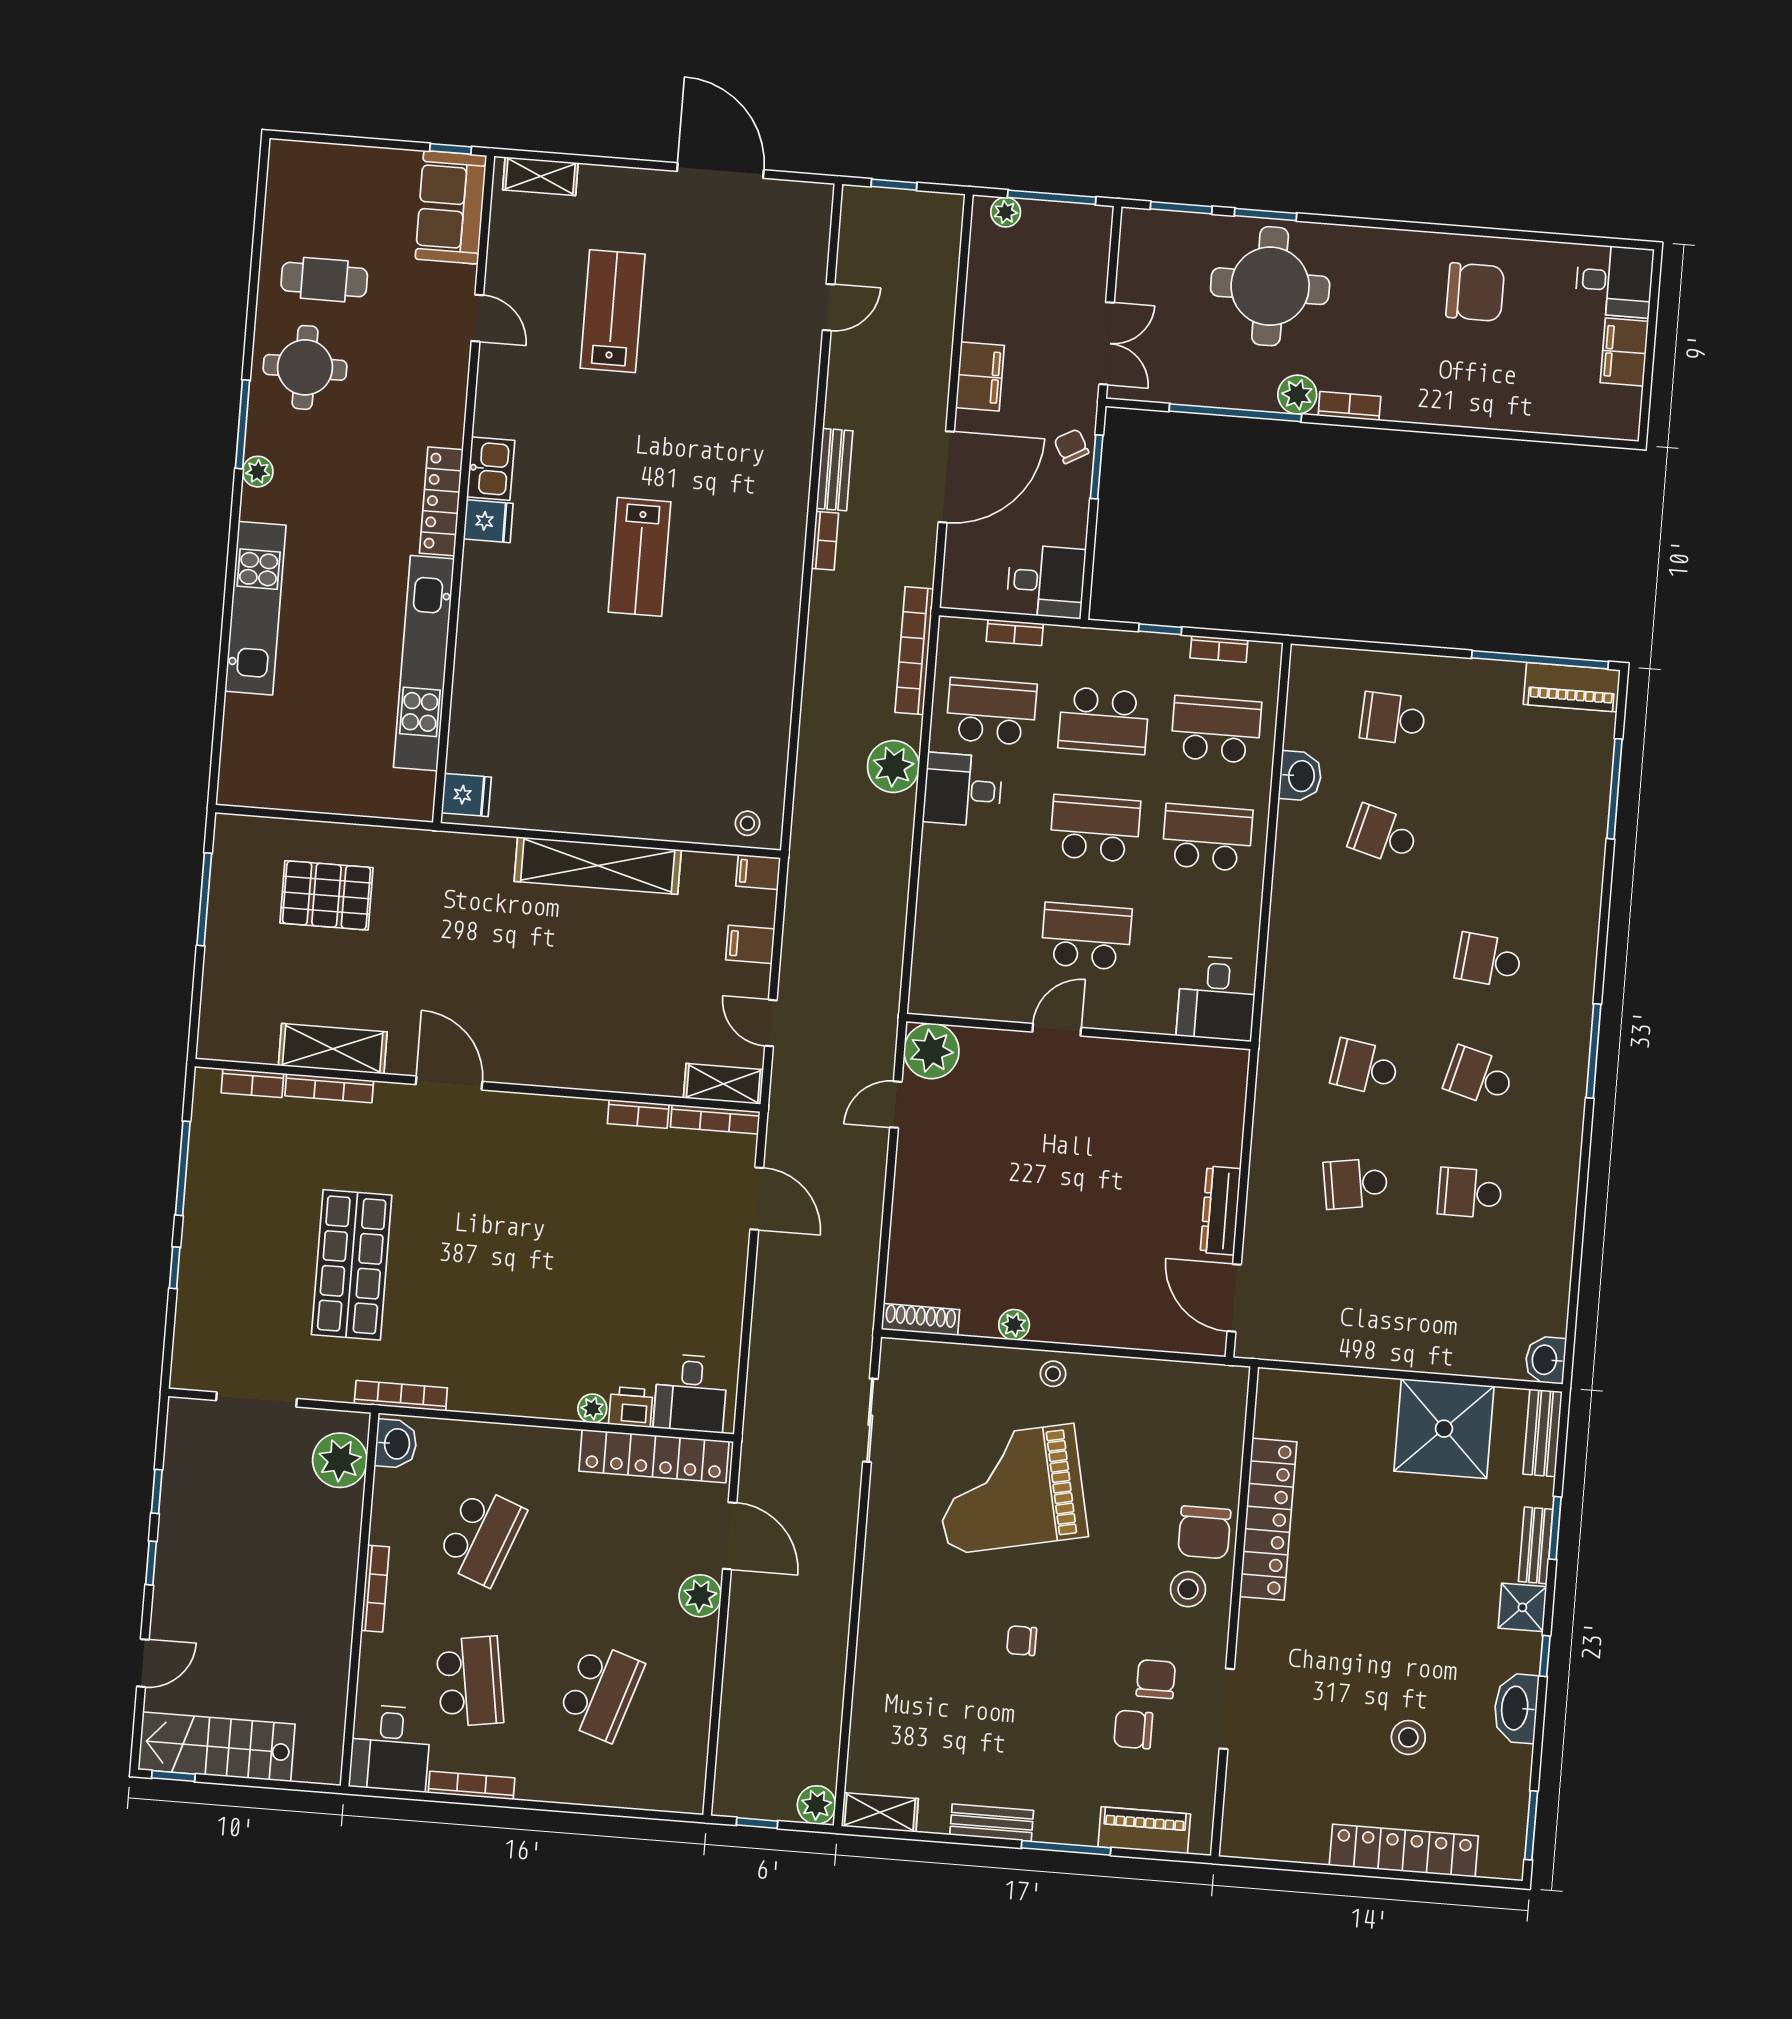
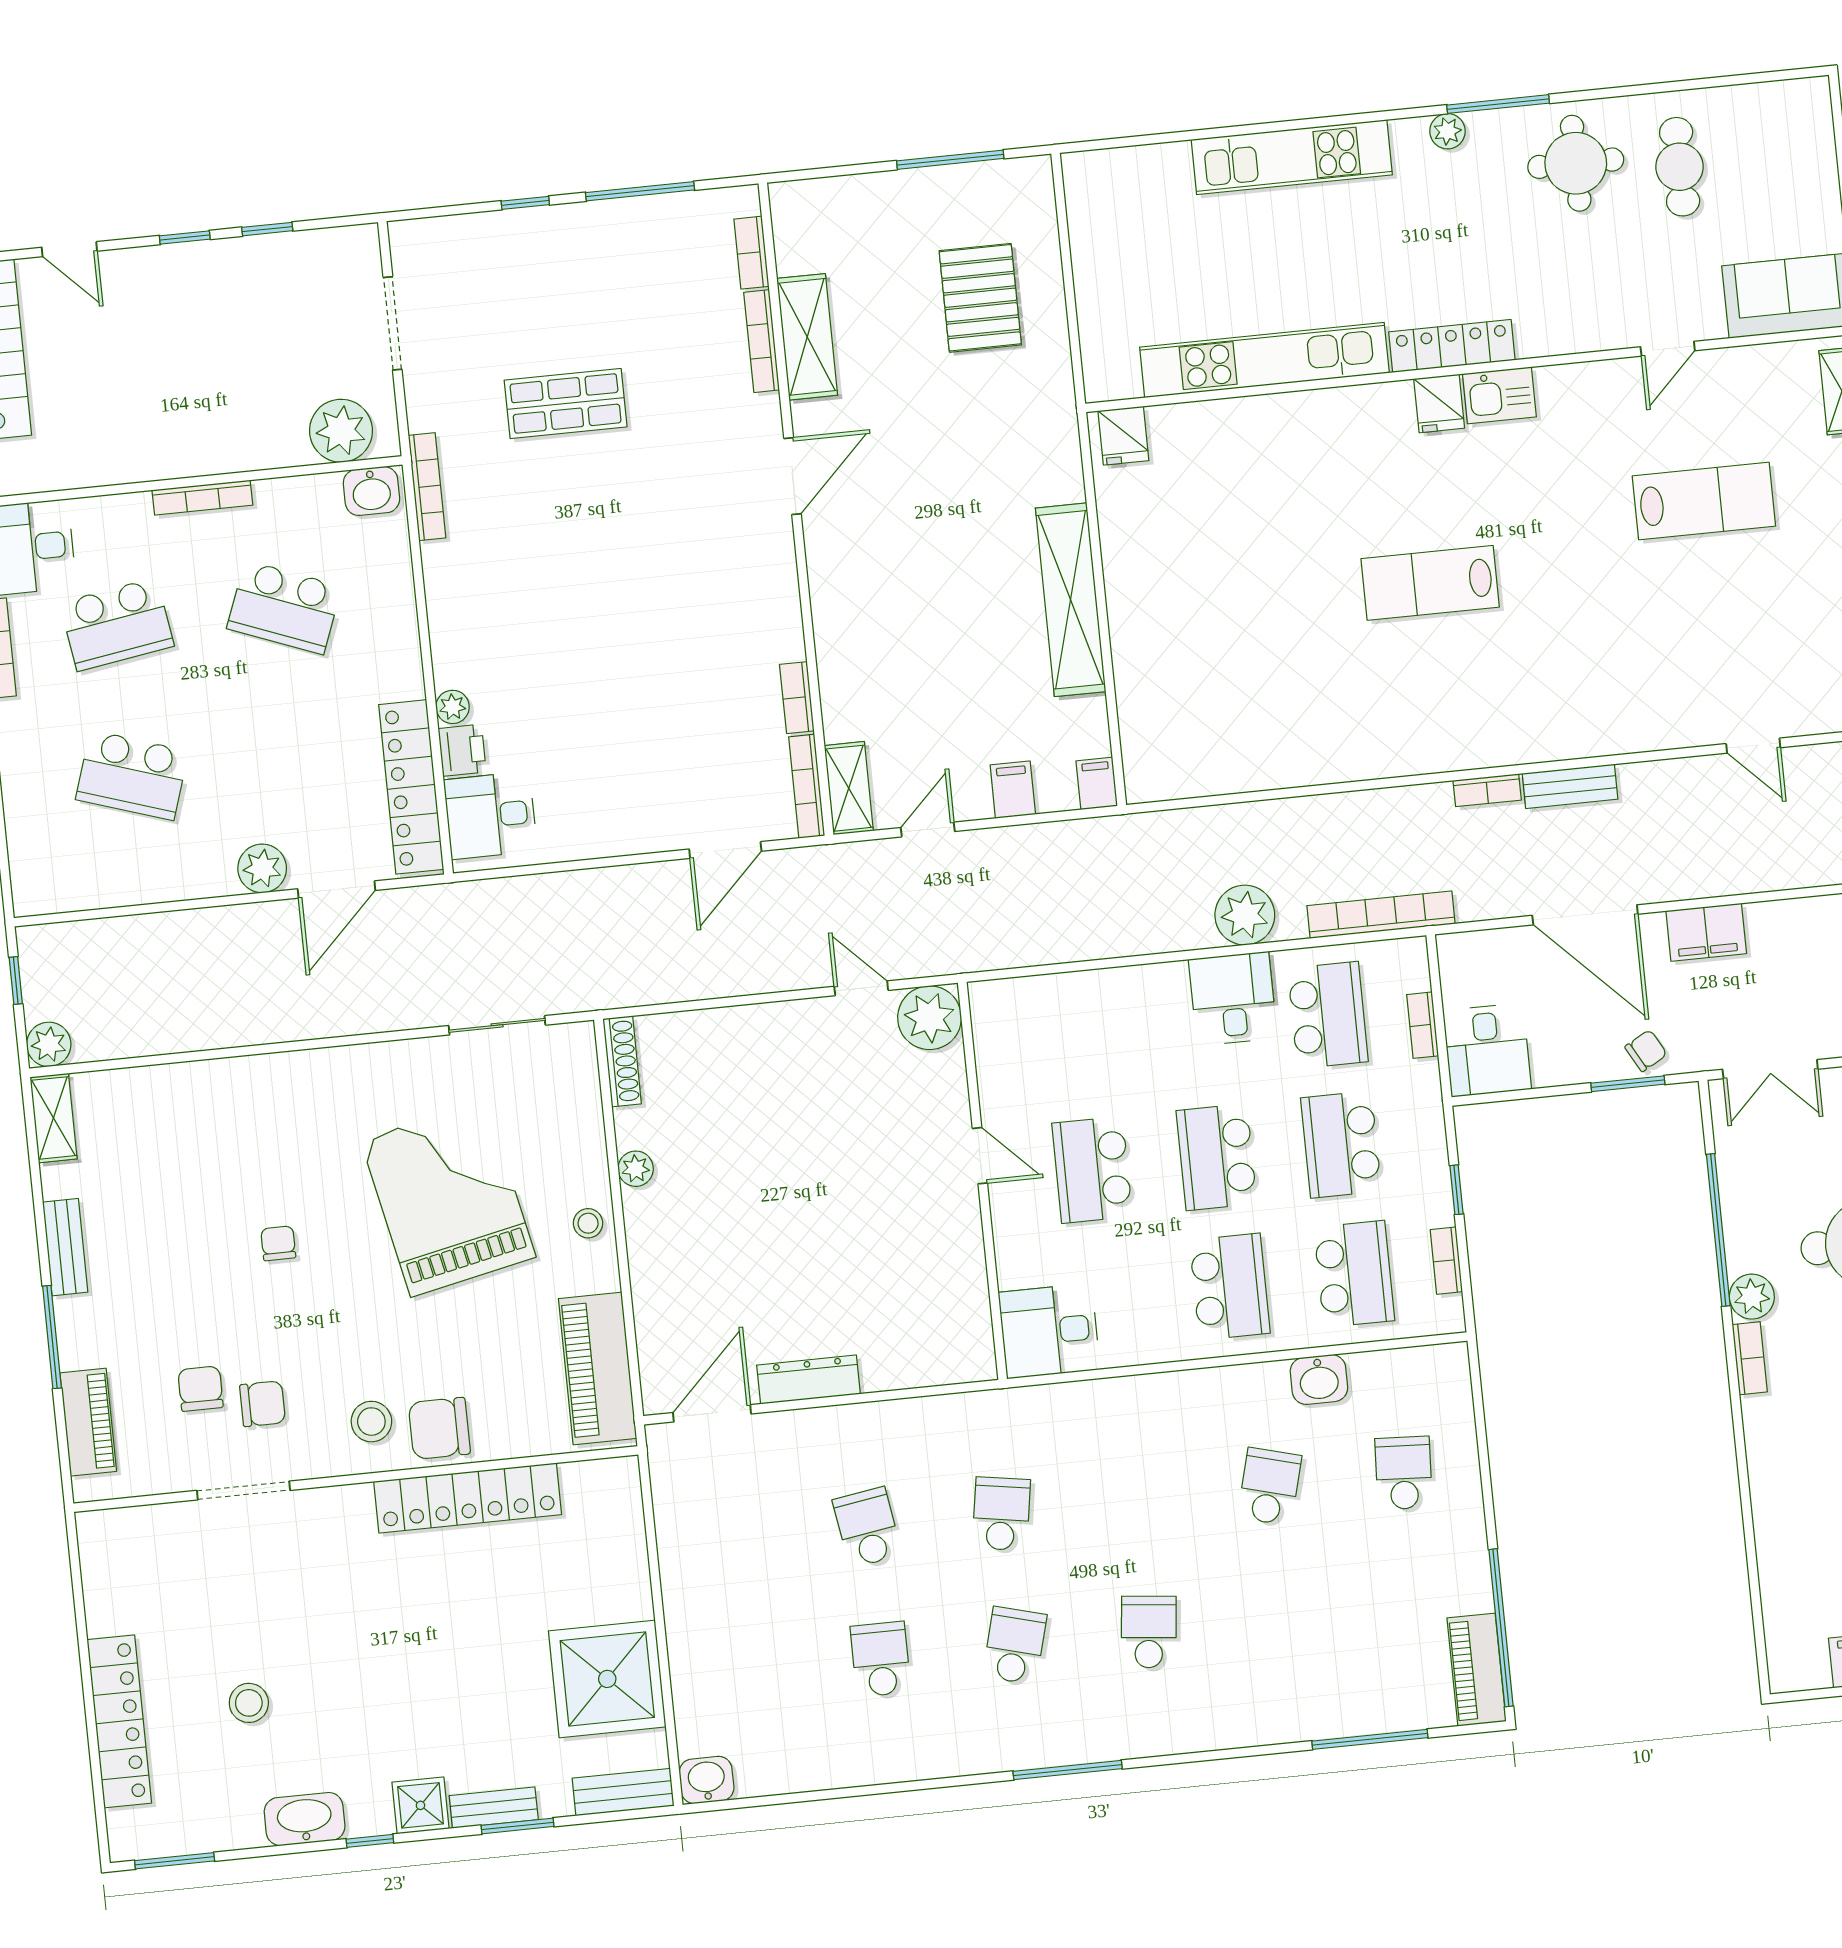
stool: (747, 823) -> (1150, 761), removed
school desk: (1095, 828) -> (1217, 1157), turned 180
school desk: (1086, 936) -> (1092, 1170), turned 180
shop shelf: (352, 1265) -> (566, 403), width x0.70, depth x0.74
piano: (1178, 1388) -> (598, 1368), added

